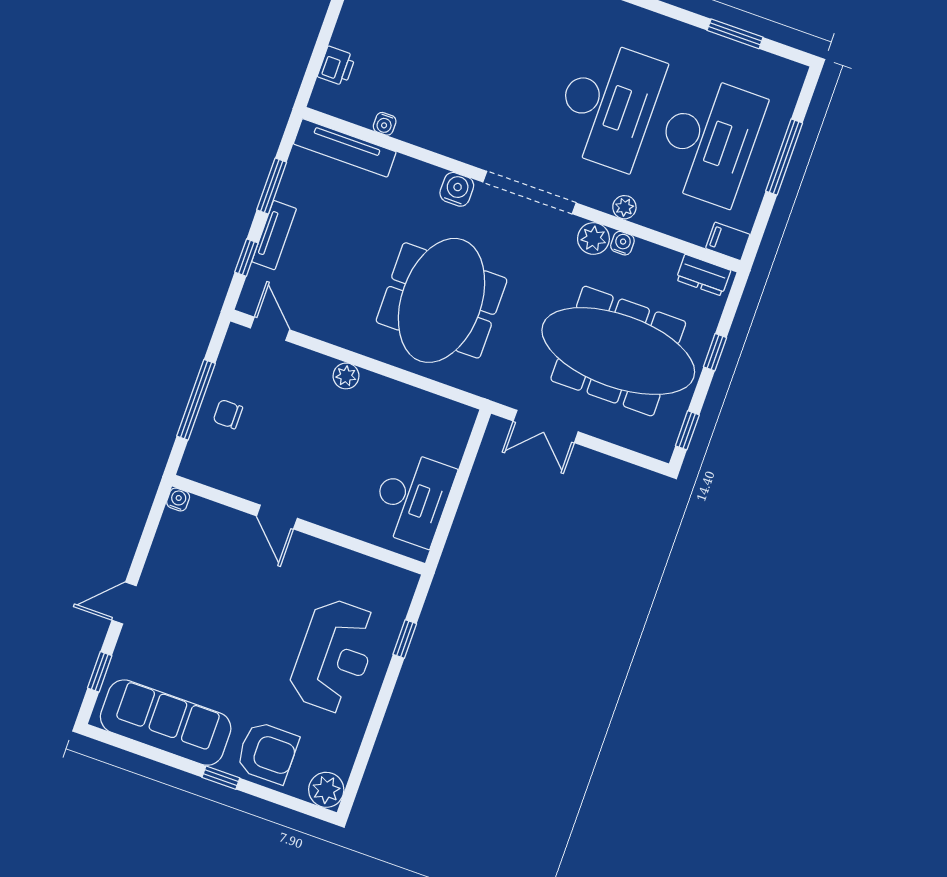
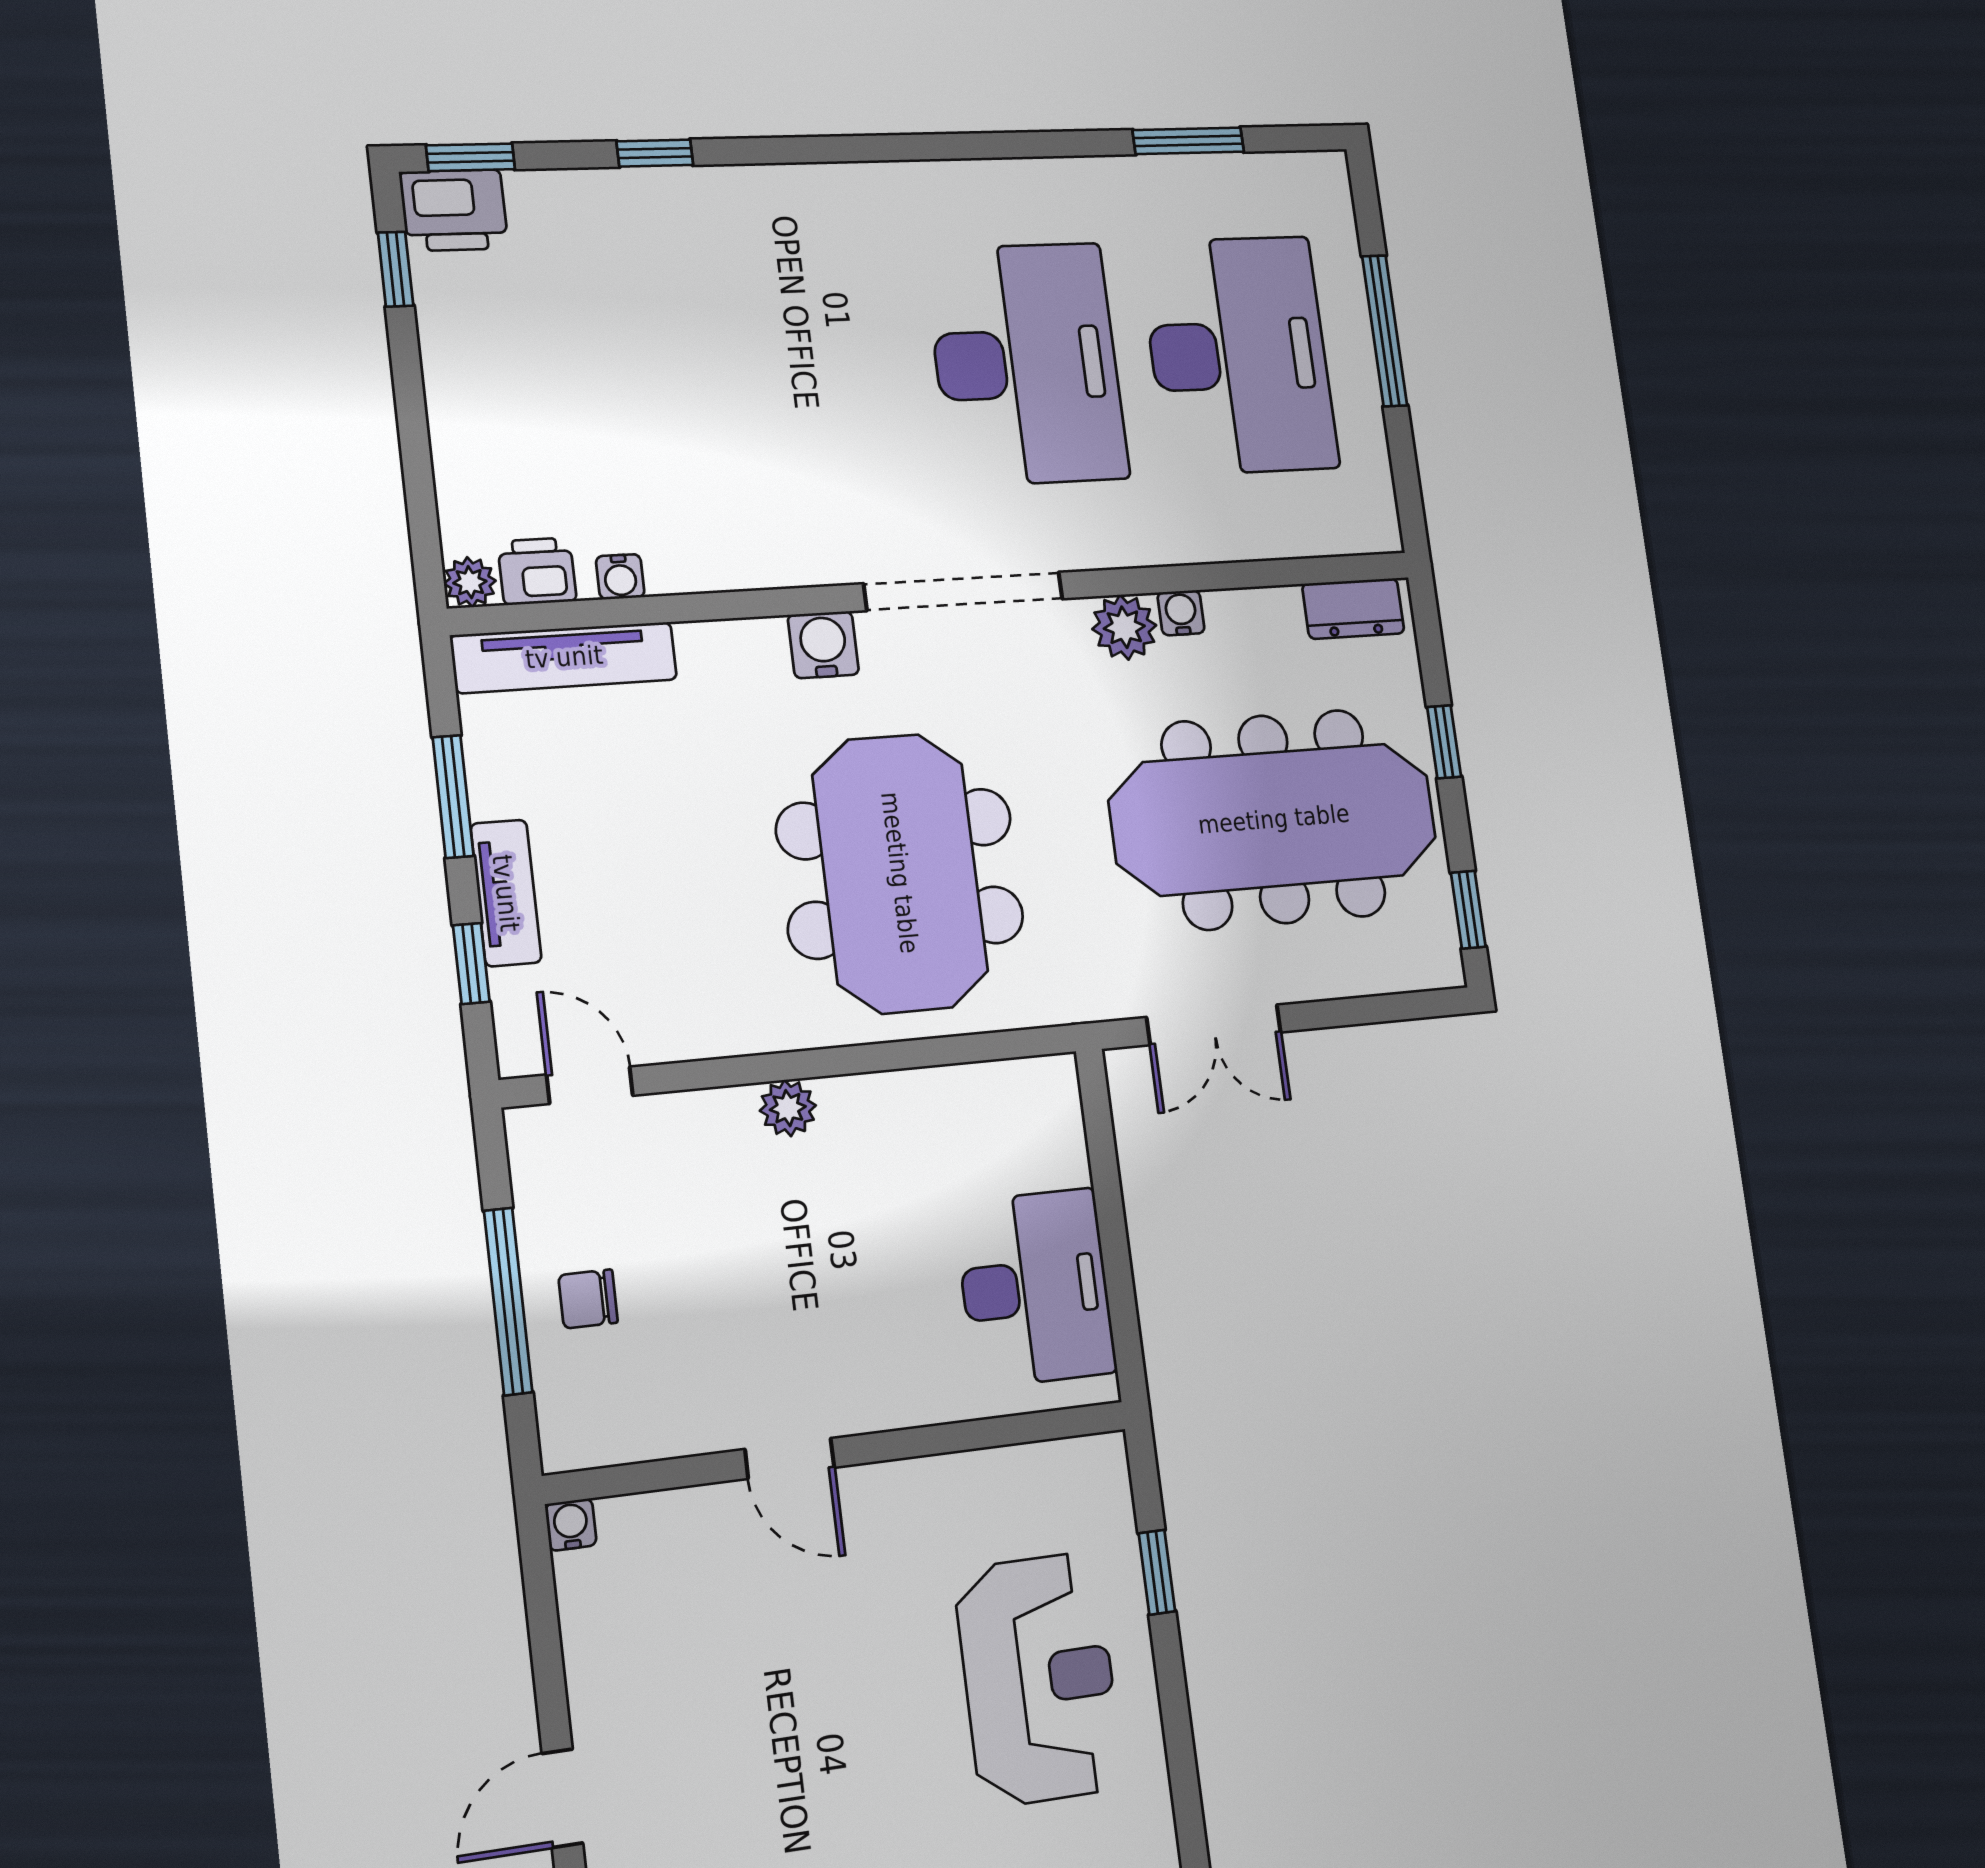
printer: (337, 66) -> (537, 571), moved, turned -90
plant: (624, 207) -> (470, 582), moved
filing cabinet: (728, 241) -> (1365, 527), removed

